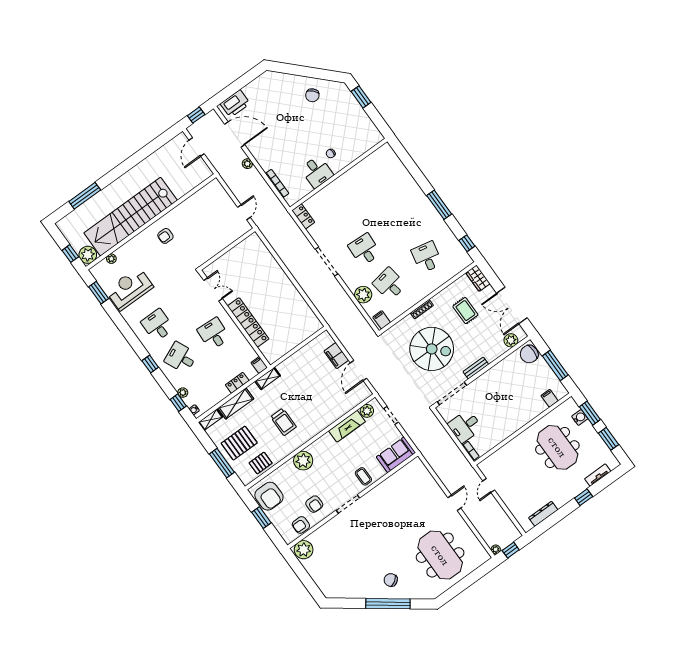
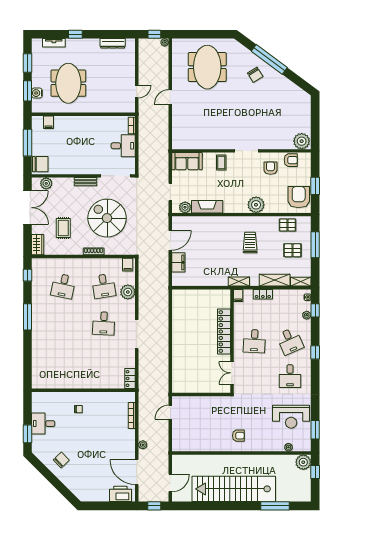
desk: (317, 172) -> (43, 424), moved, turned -90
stairs: (131, 217) -> (234, 489), moved, turned 180
pallet: (239, 443) -> (293, 250), width x0.67, depth x0.71

